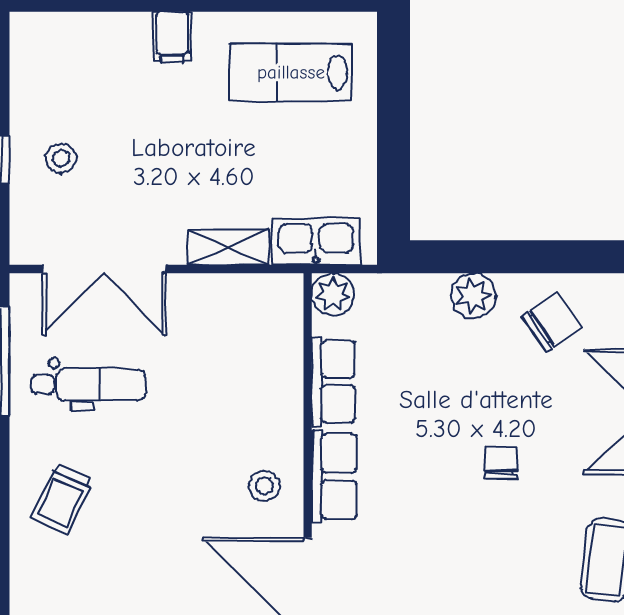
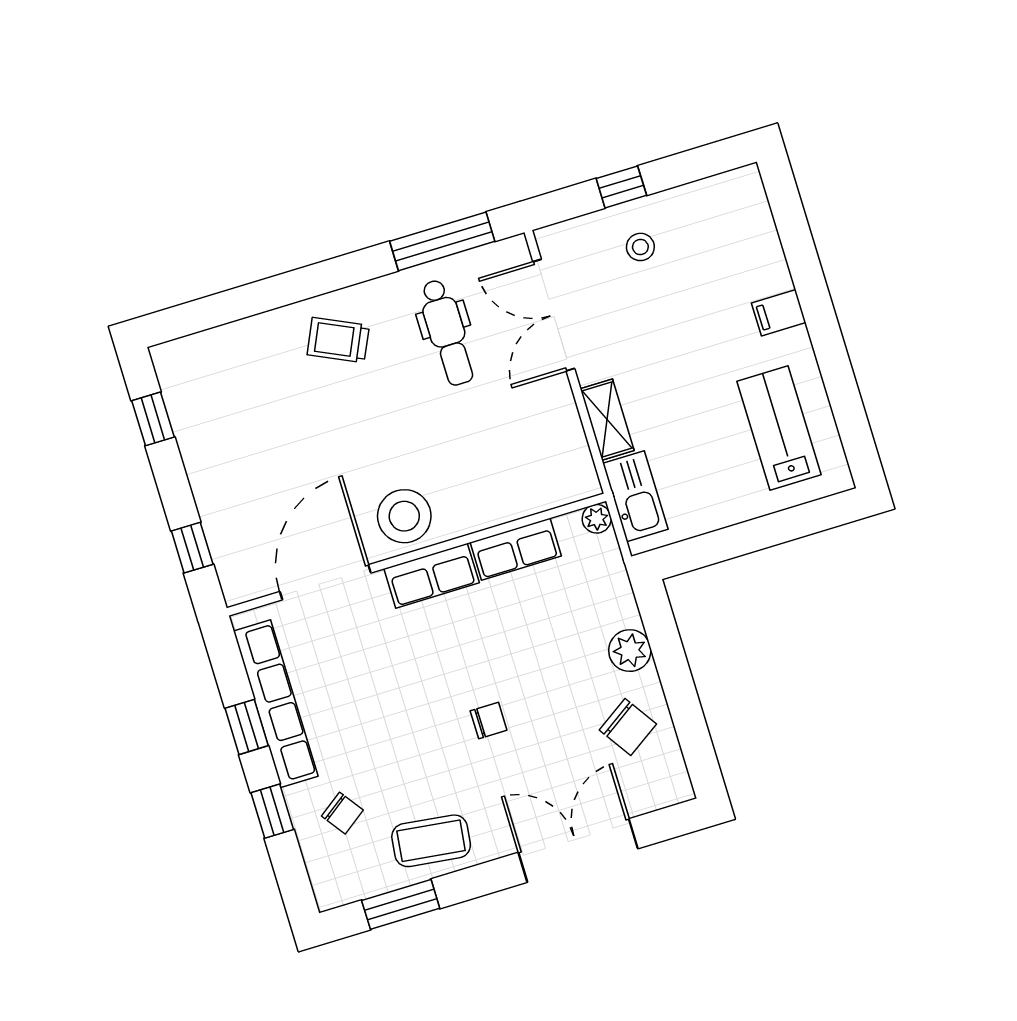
plant: (333, 294) -> (597, 519), width x0.73, depth x0.73
stool: (264, 486) -> (404, 516), width x1.89, depth x1.89

